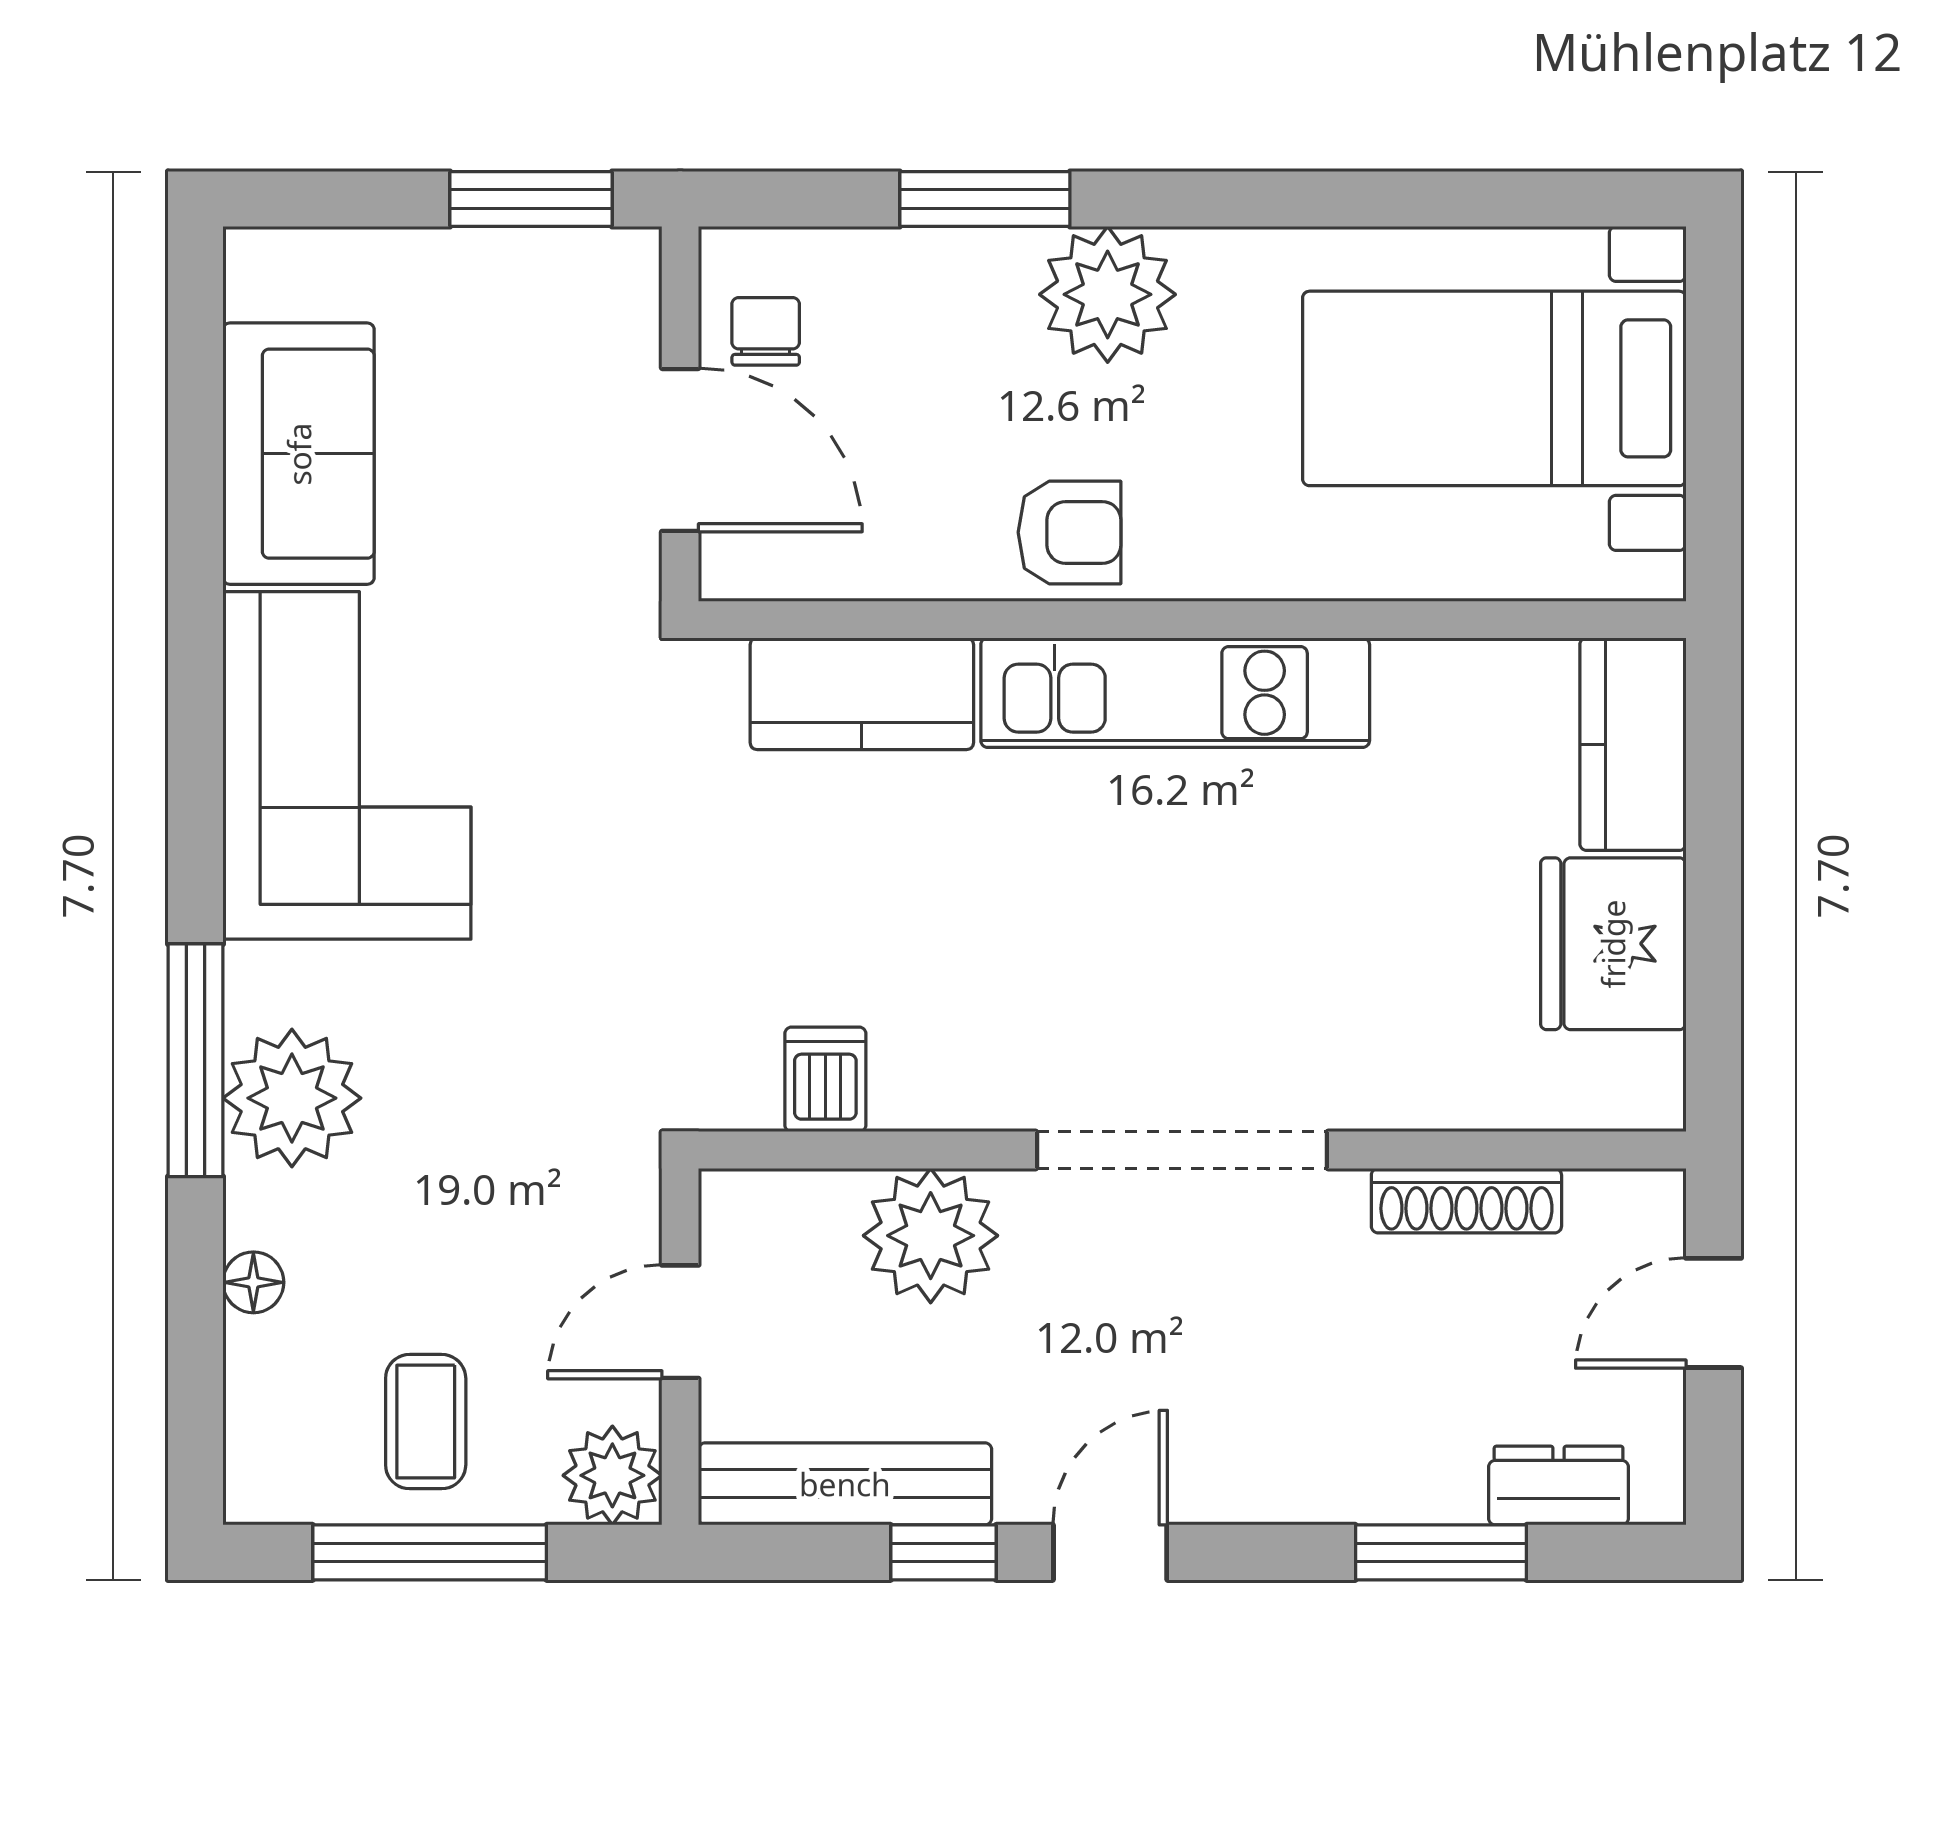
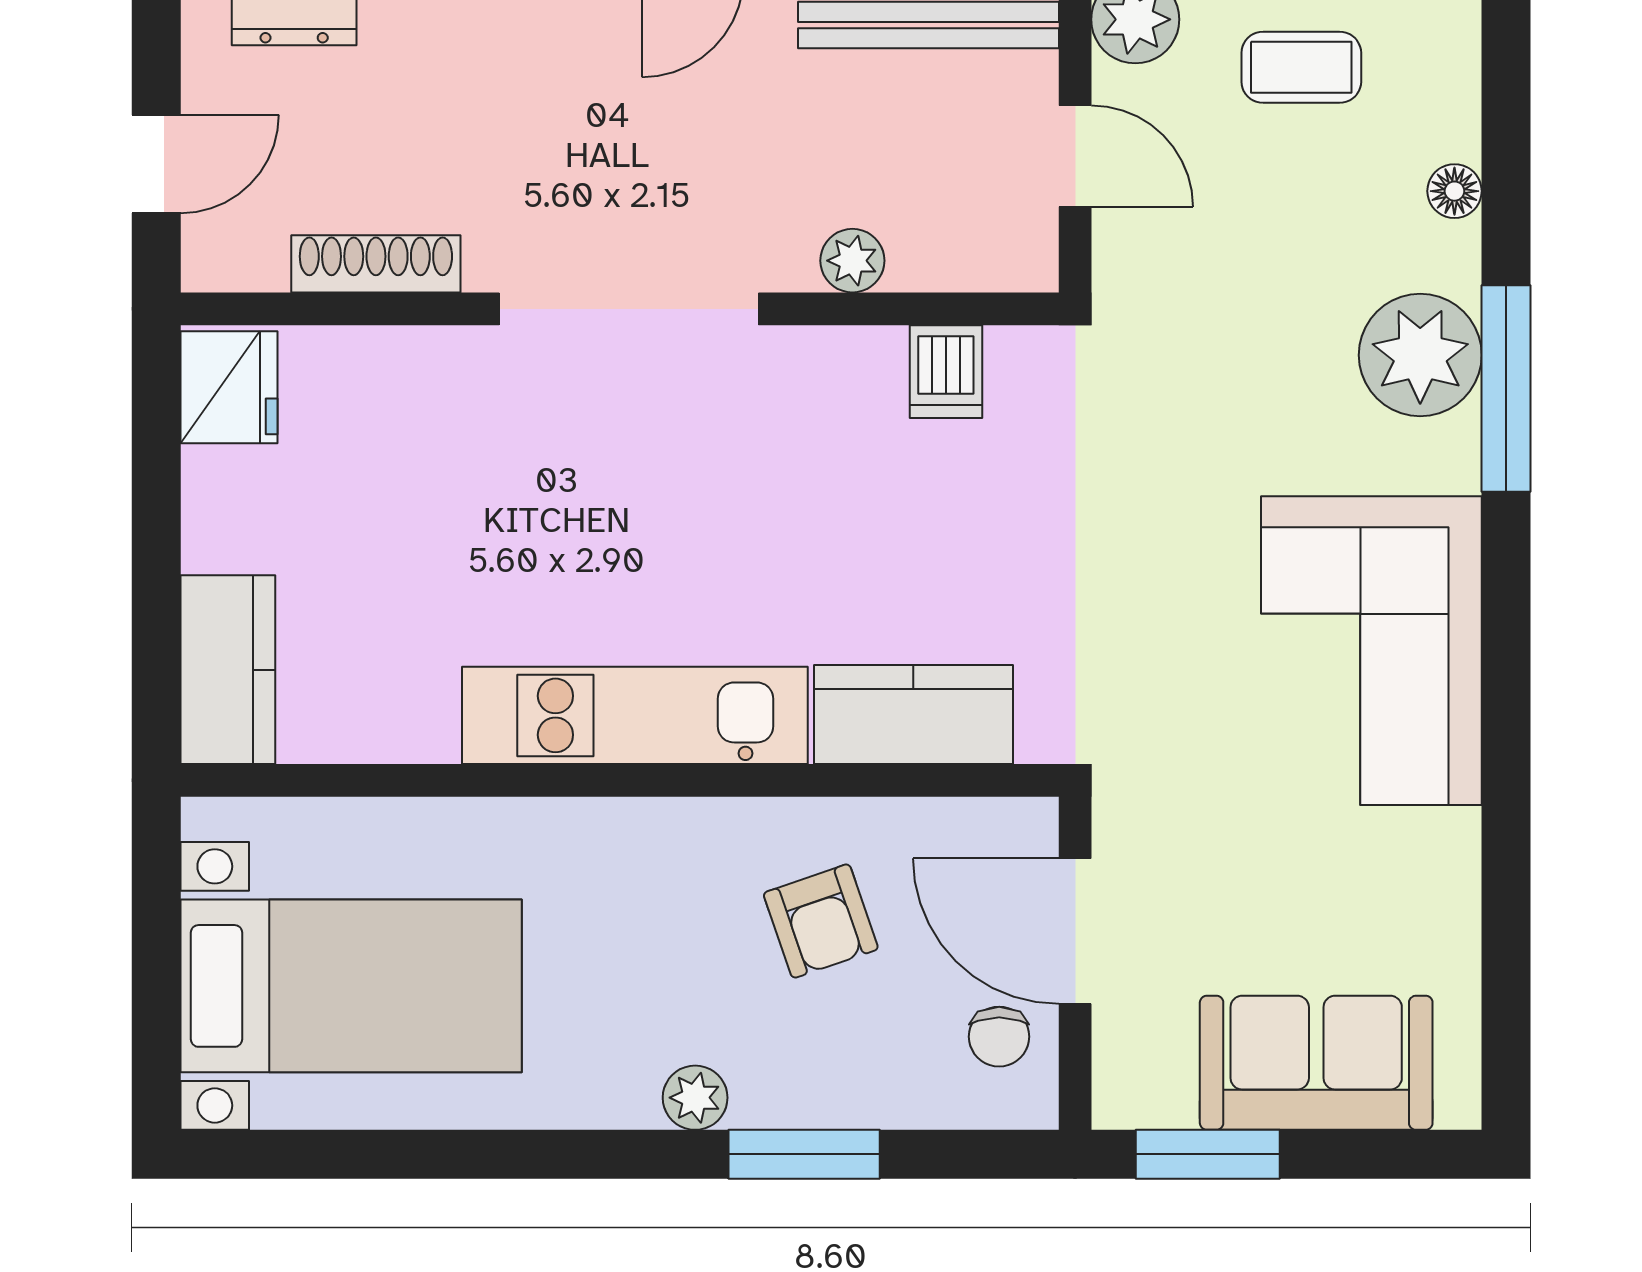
plant: (1108, 294) -> (695, 1098), width x0.53, depth x0.53
sofa: (299, 454) -> (1316, 1063), moved, turned 90
armchair: (1070, 532) -> (821, 921), moved, turned -109
fridge: (1613, 944) -> (229, 387), moved, width x0.73, depth x0.75
plant: (931, 1236) -> (852, 261), width x0.53, depth x0.53
door: (680, 1322) -> (1075, 156), hinge flipped
coffee table: (426, 1422) -> (1301, 67), turned 90

